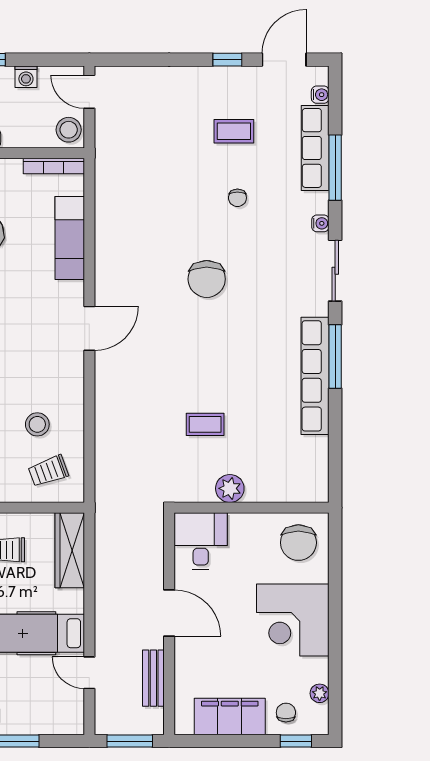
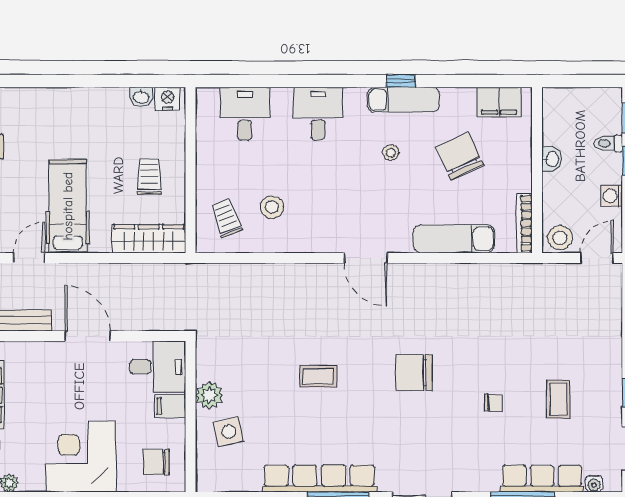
chair: (237, 198) -> (493, 403), turned 180
water cooler: (320, 223) -> (468, 484), removed
coffee table: (205, 424) -> (318, 376), moved, turned 90
side table: (267, 469) -> (229, 432), added
filing cabinet: (241, 529) -> (170, 406), added
chair: (298, 543) -> (156, 462), width x0.73, depth x0.73
door: (169, 613) -> (87, 336), swing flipped

